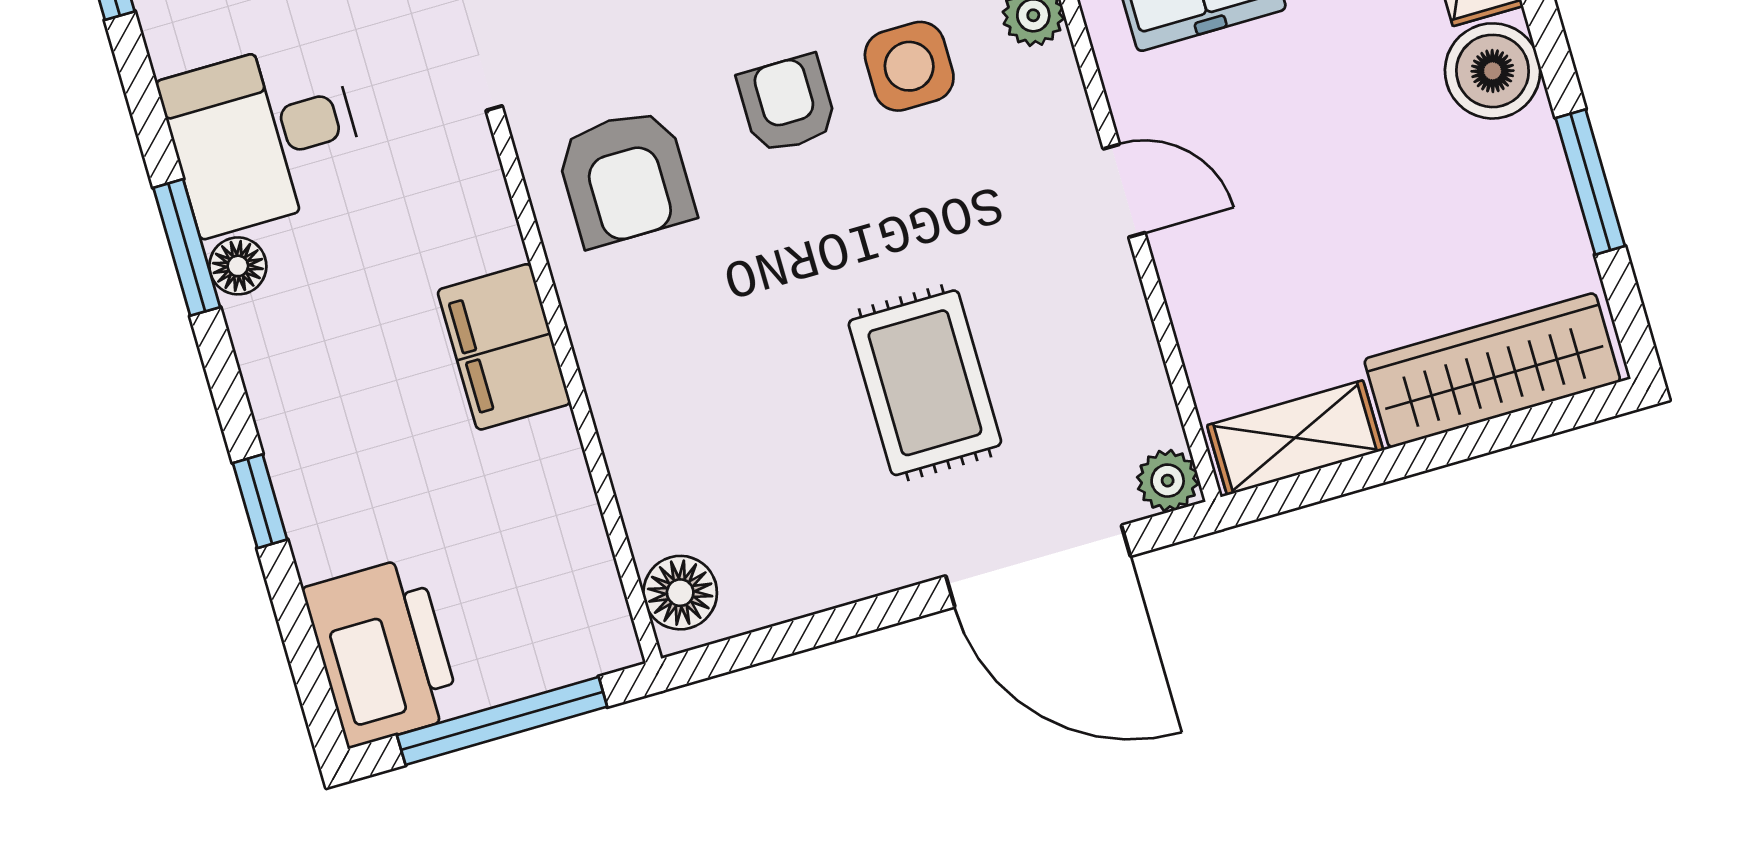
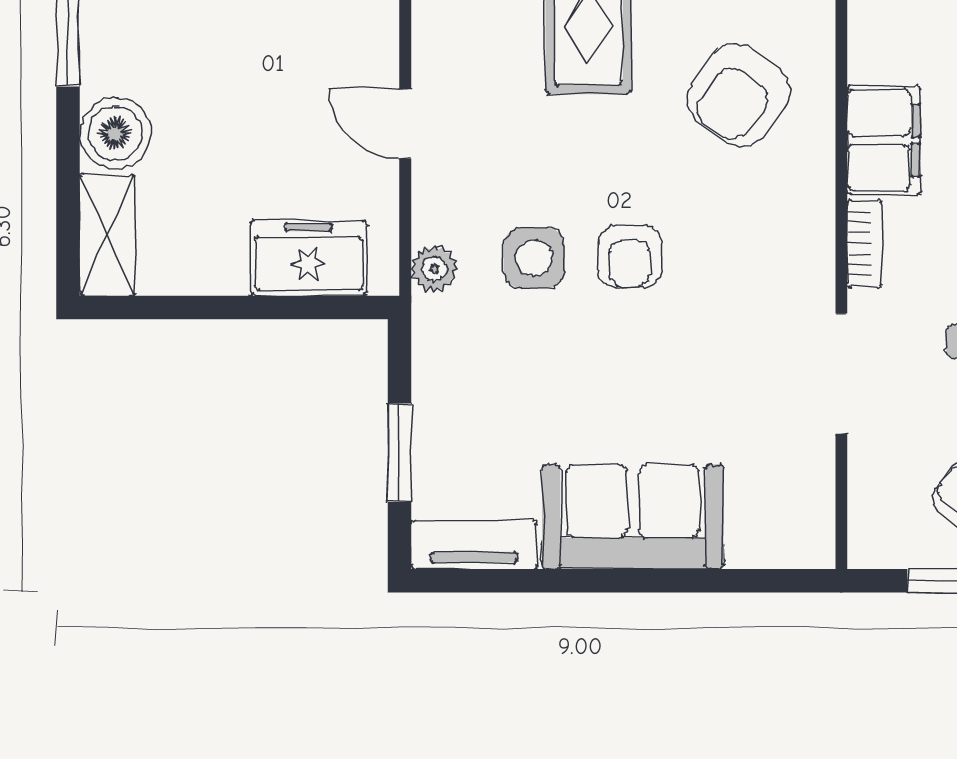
armchair: (625, 177) -> (739, 95), moved, turned -142
bookcase: (490, 207) -> (865, 244), added

